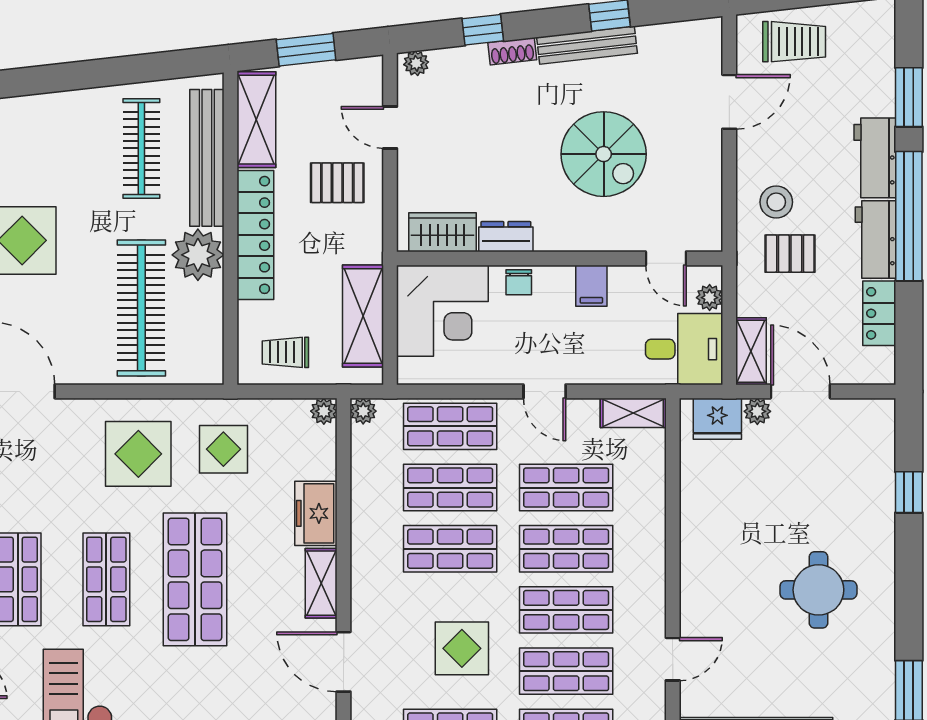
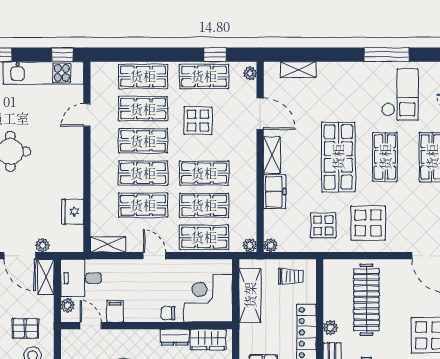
plant: (198, 255) -> (330, 328), width x0.53, depth x0.53
chair: (519, 282) -> (168, 313), turned -90
filing cabinet: (591, 286) -> (115, 311), moved
fridge: (717, 419) -> (73, 212), moved, turned -90

